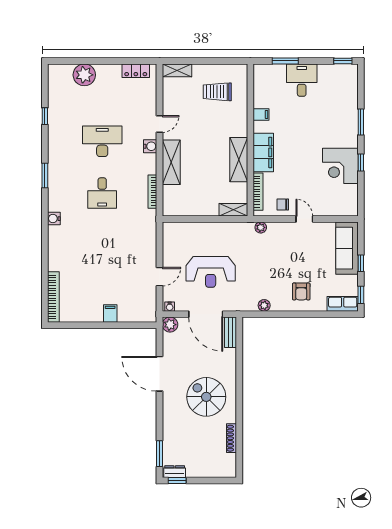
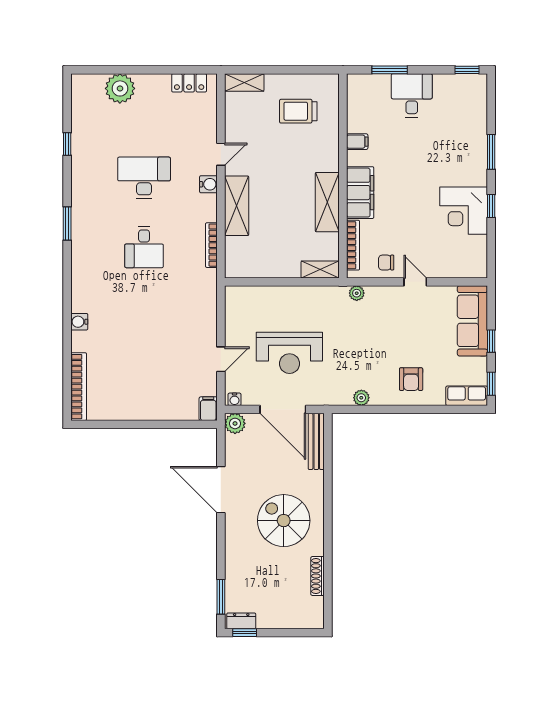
water cooler: (54, 219) -> (79, 322), moved
filing cabinet: (110, 314) -> (208, 409), moved
bench: (231, 332) -> (316, 441), width x1.36

